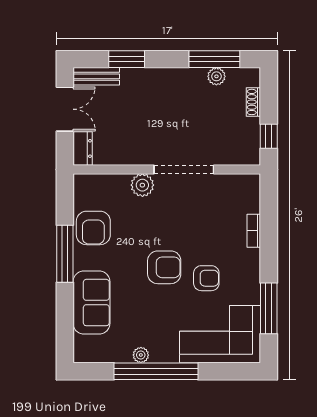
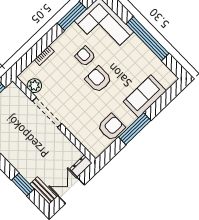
plant: (142, 185) -> (34, 86), moved
plant: (141, 355) -> (147, 52), removed

